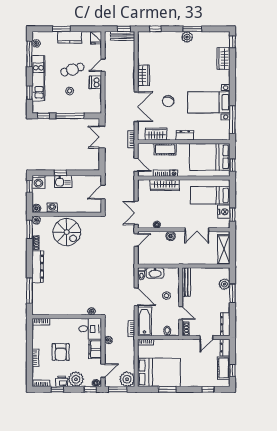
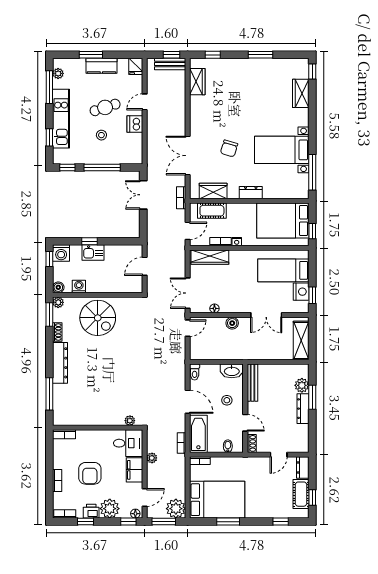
plant: (187, 37) -> (254, 65), removed
wardrobe: (144, 75) -> (197, 82), moved
double door: (136, 107) -> (188, 156), swing flipped
cot: (165, 149) -> (212, 211), moved
door: (136, 165) -> (188, 231), hinge flipped
wardrobe: (165, 185) -> (210, 257), moved
washbasin: (155, 273) -> (232, 371), moved
dresser: (225, 324) -> (303, 409), moved

